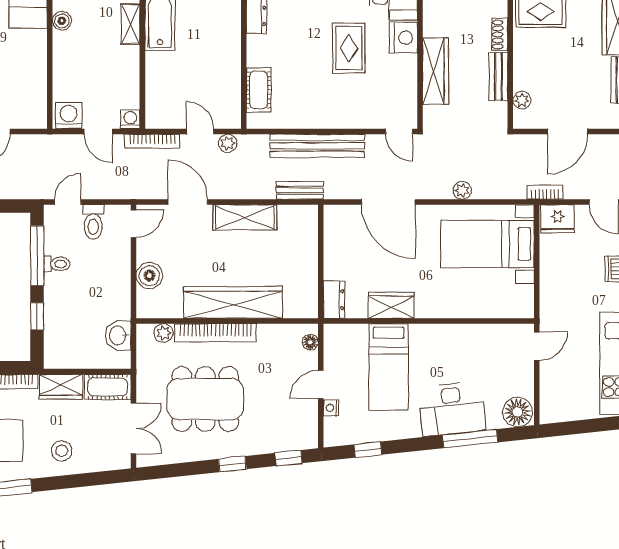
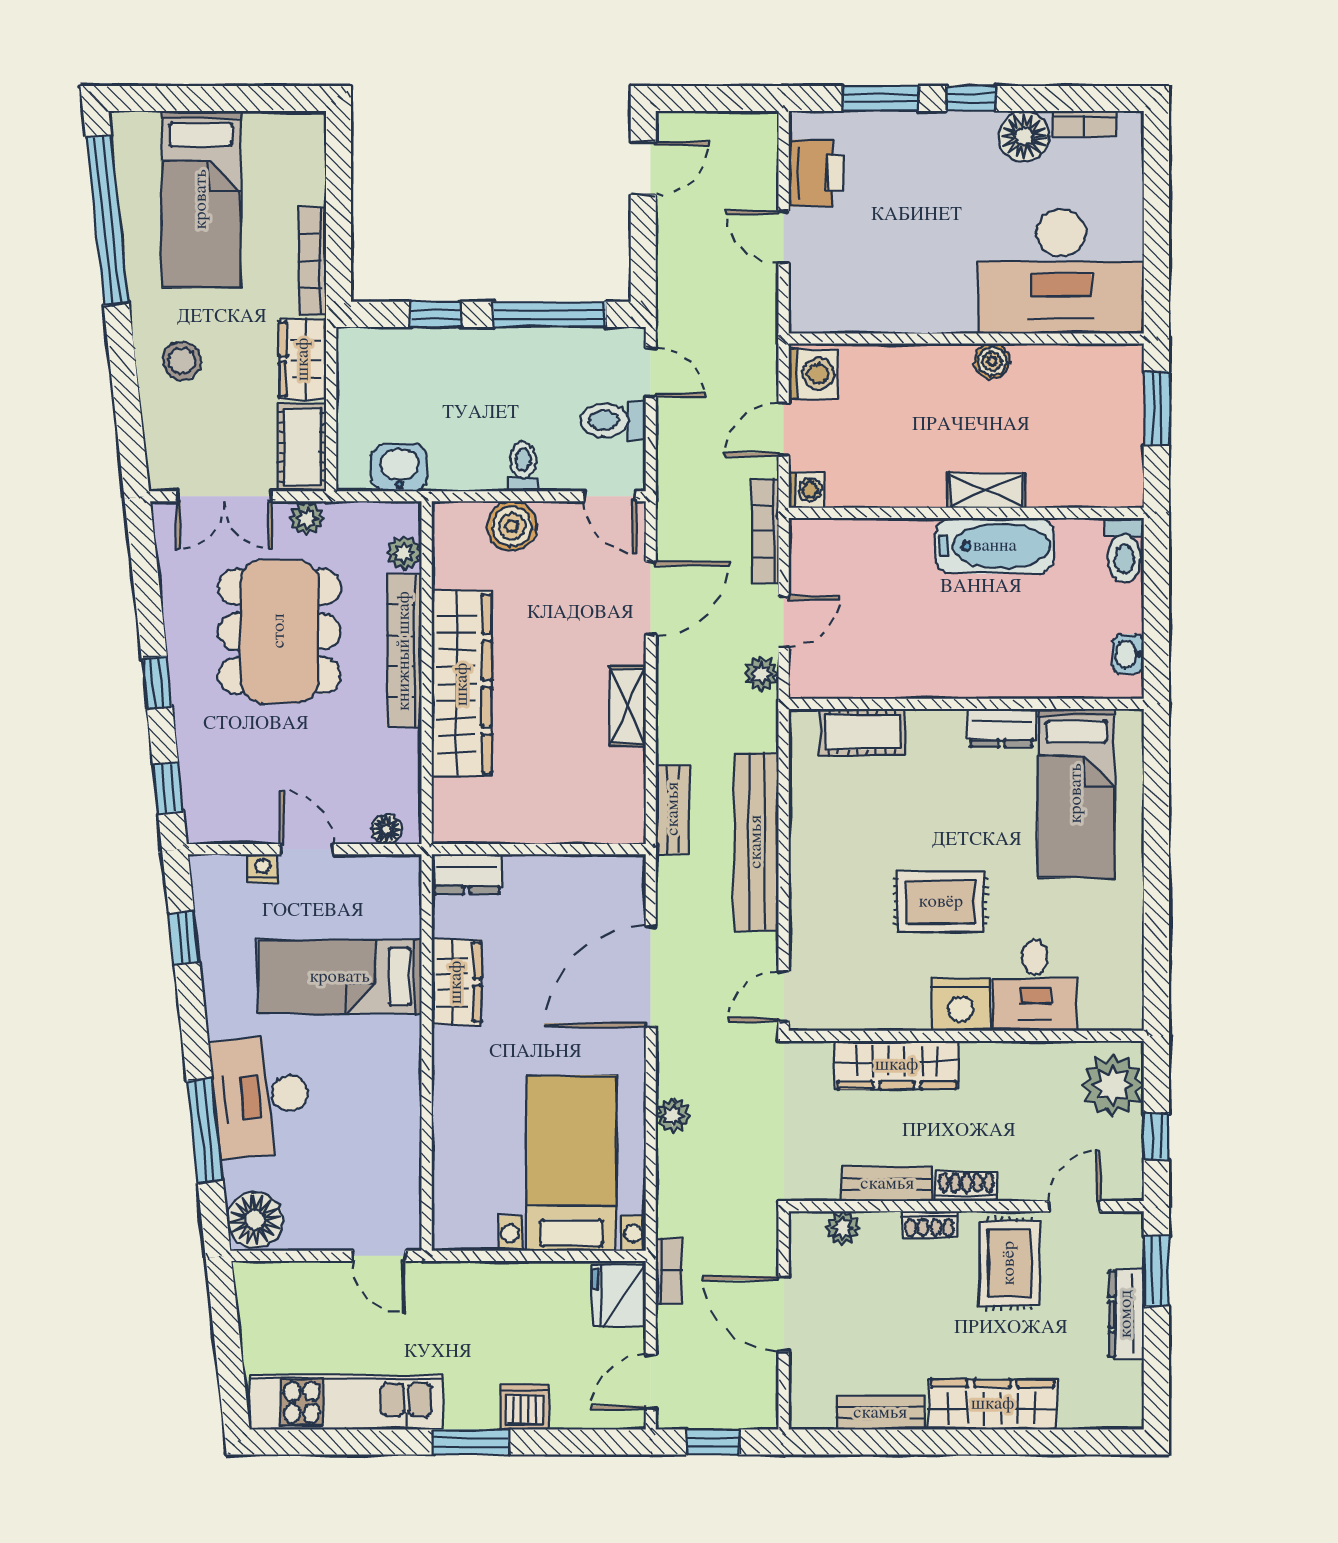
shoe rack: (520, 54) -> (929, 1224), added
shelving: (245, 217) -> (628, 706), width x0.67, depth x0.75
toilet: (57, 264) -> (523, 466), moved, turned 180
plant: (145, 384) -> (307, 518), added

